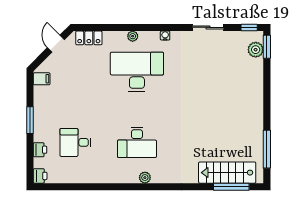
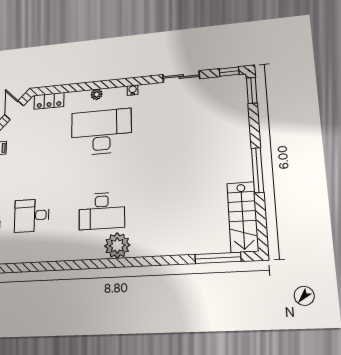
plant: (256, 50) -> (238, 95), removed
window: (267, 149) -> (258, 170), moved
stairs: (227, 173) -> (243, 217), moved, turned -90
plant: (145, 178) -> (117, 246), width x1.87, depth x1.87

